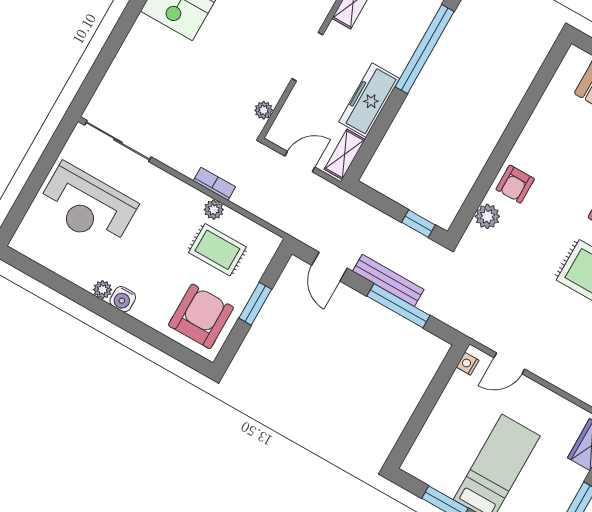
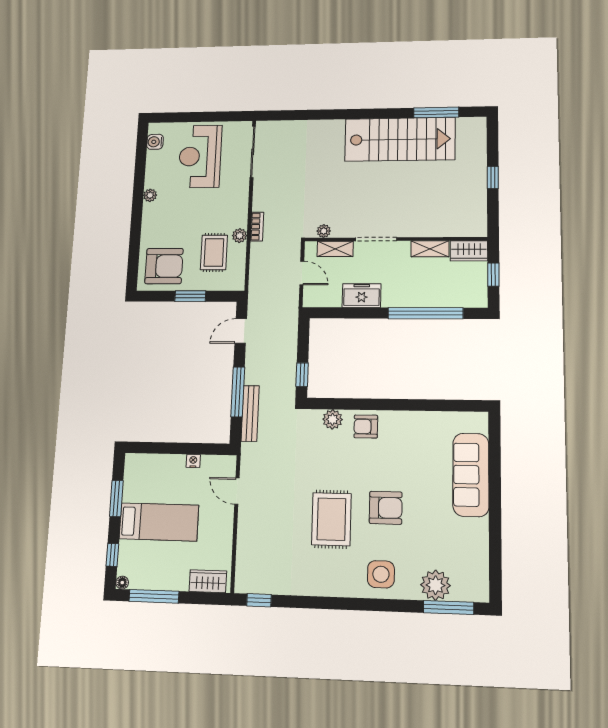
freezer: (369, 100) -> (362, 295), width x0.71
shelving: (345, 154) -> (335, 249), moved
bench: (388, 280) -> (250, 413), moved
water cooler: (123, 299) -> (155, 142), moved
nightstand: (468, 364) -> (193, 461), moved

